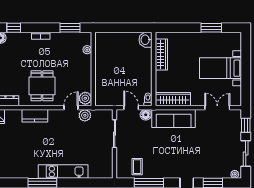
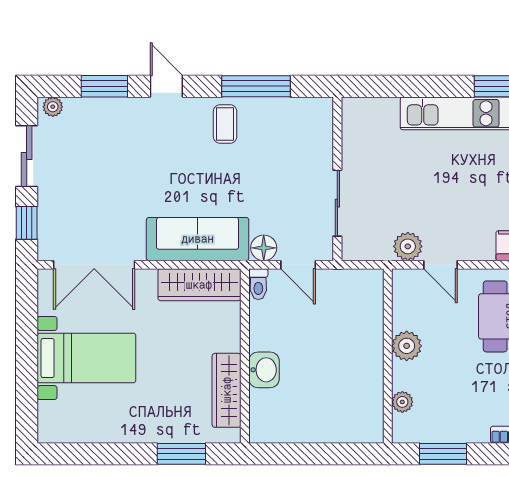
window: (211, 28) -> (181, 454), moved
washbasin: (146, 40) -> (264, 370), moved
plant: (85, 98) -> (407, 346), moved
door: (71, 108) -> (441, 265), hinge flipped
double door: (217, 108) -> (94, 265), width x1.37
coffee table: (137, 167) -> (225, 124), moved

